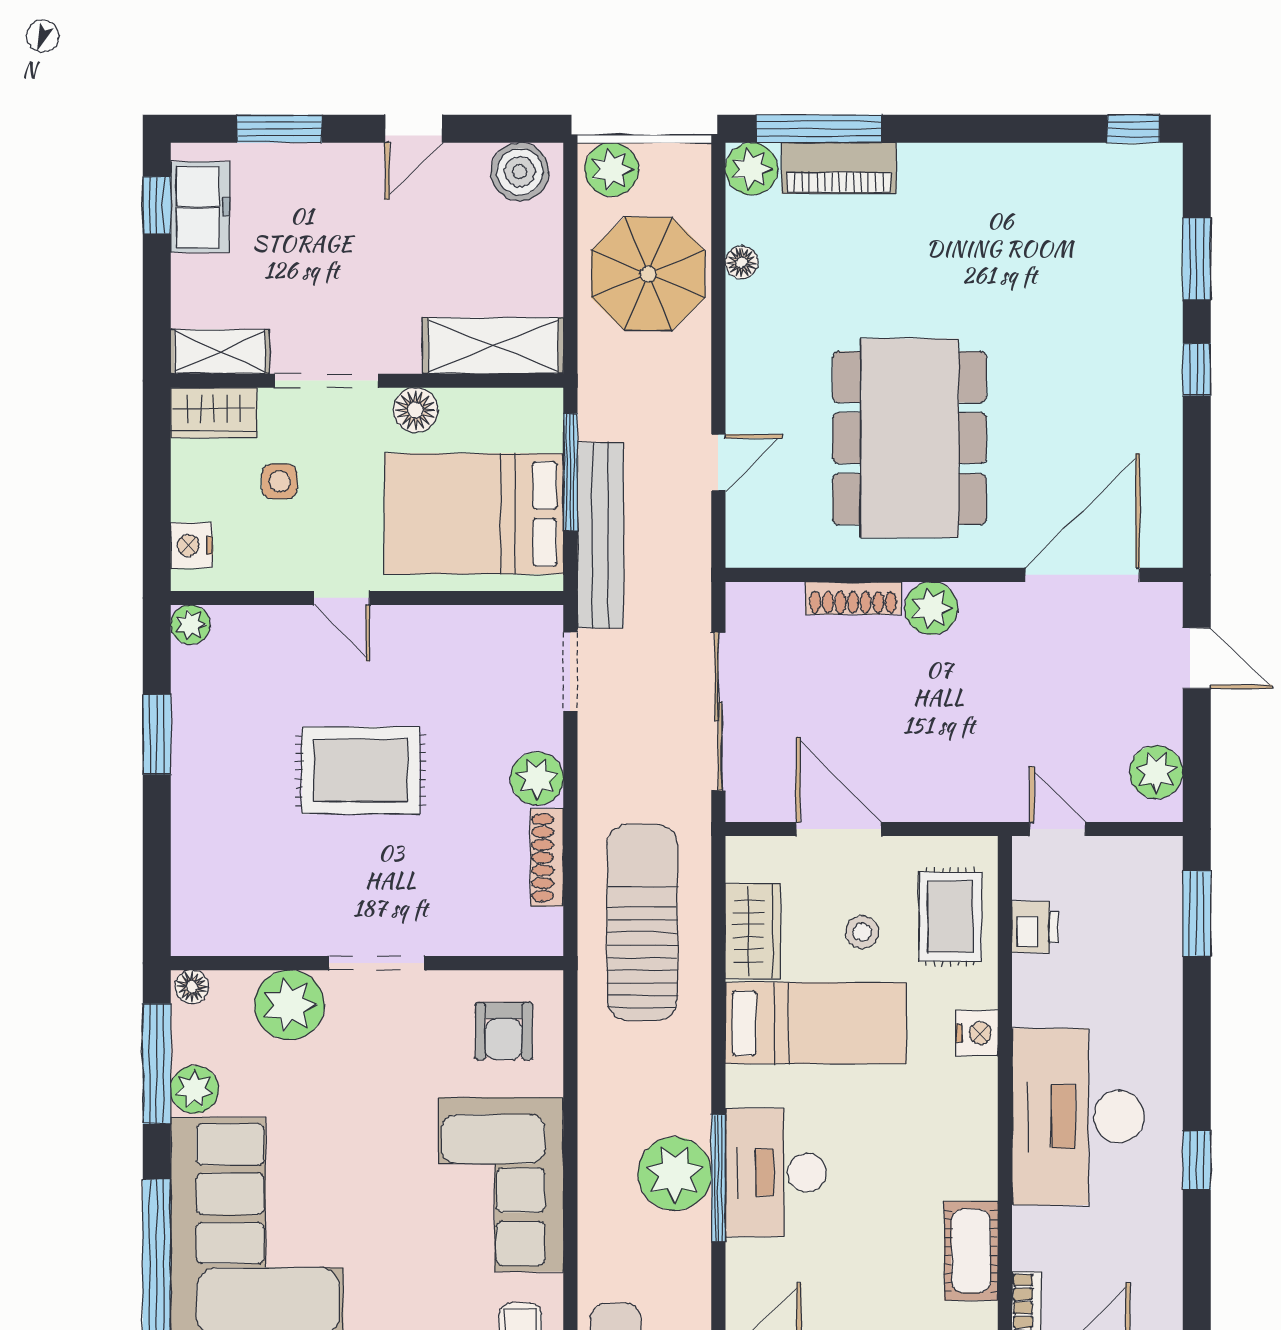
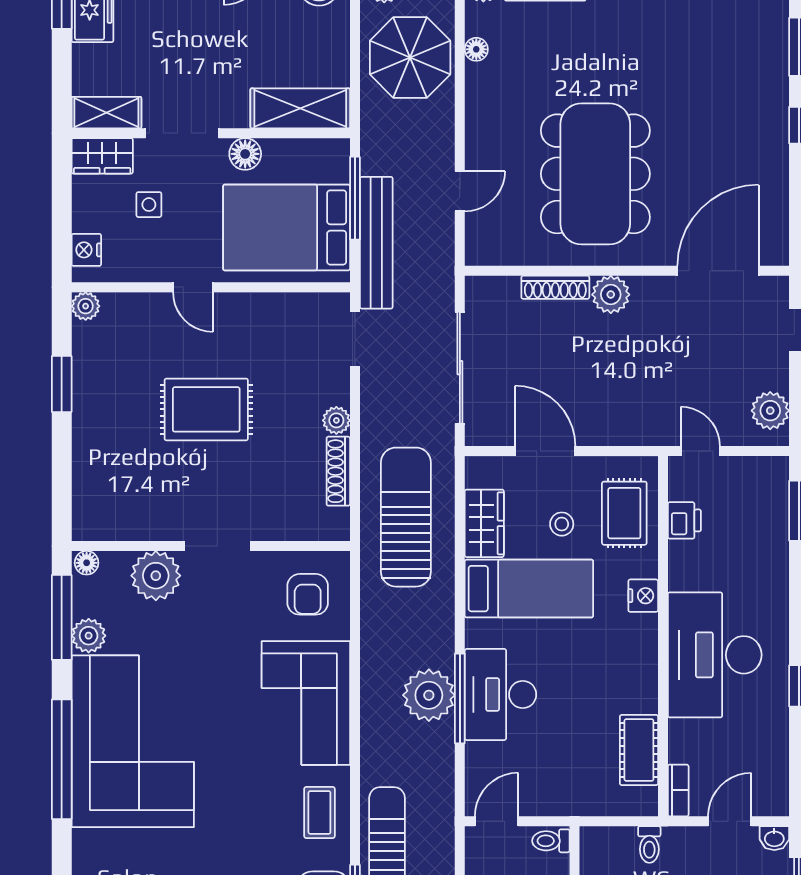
plant: (537, 779) -> (336, 420), width x0.73, depth x0.73

